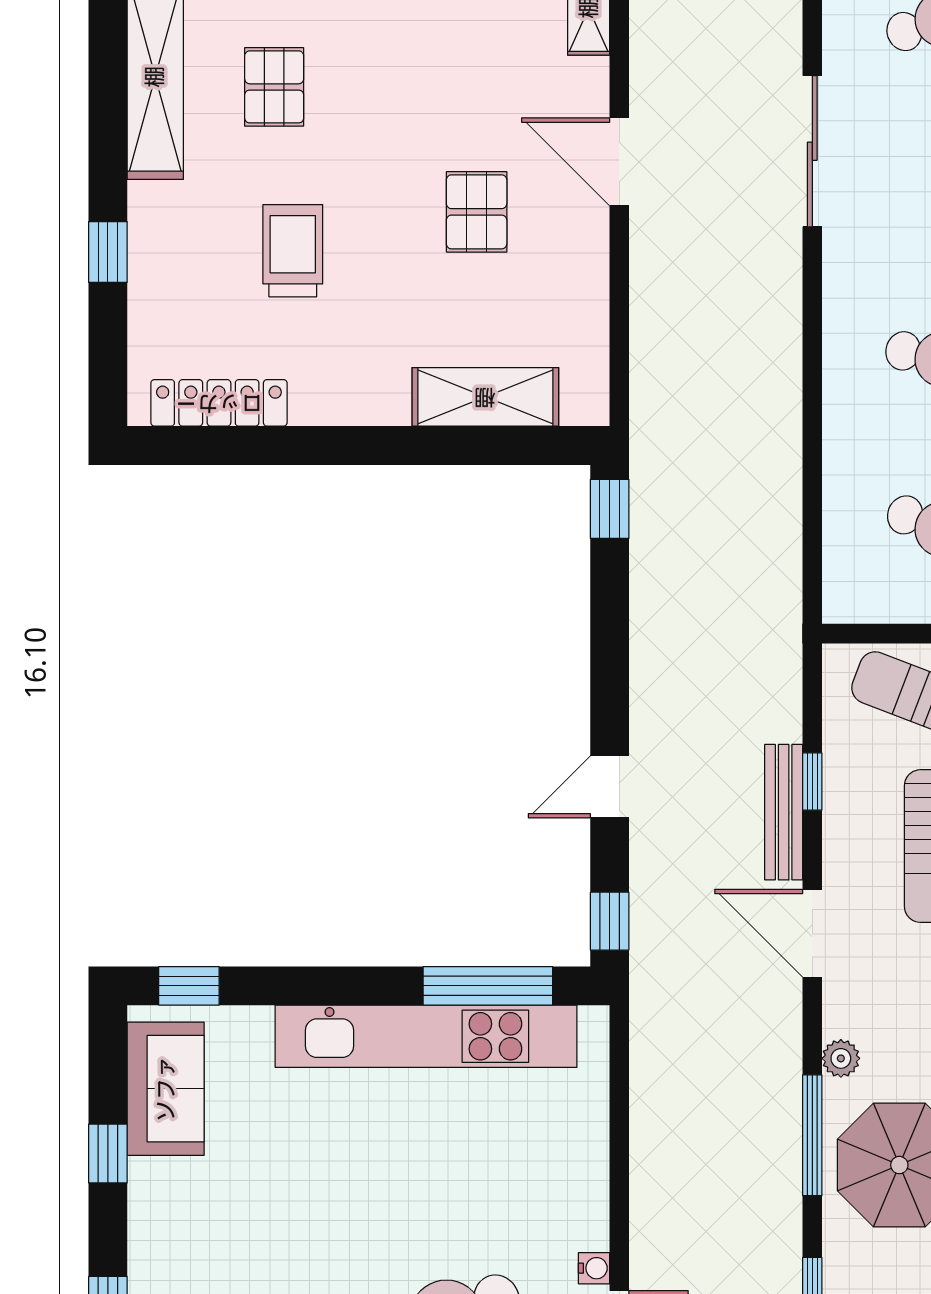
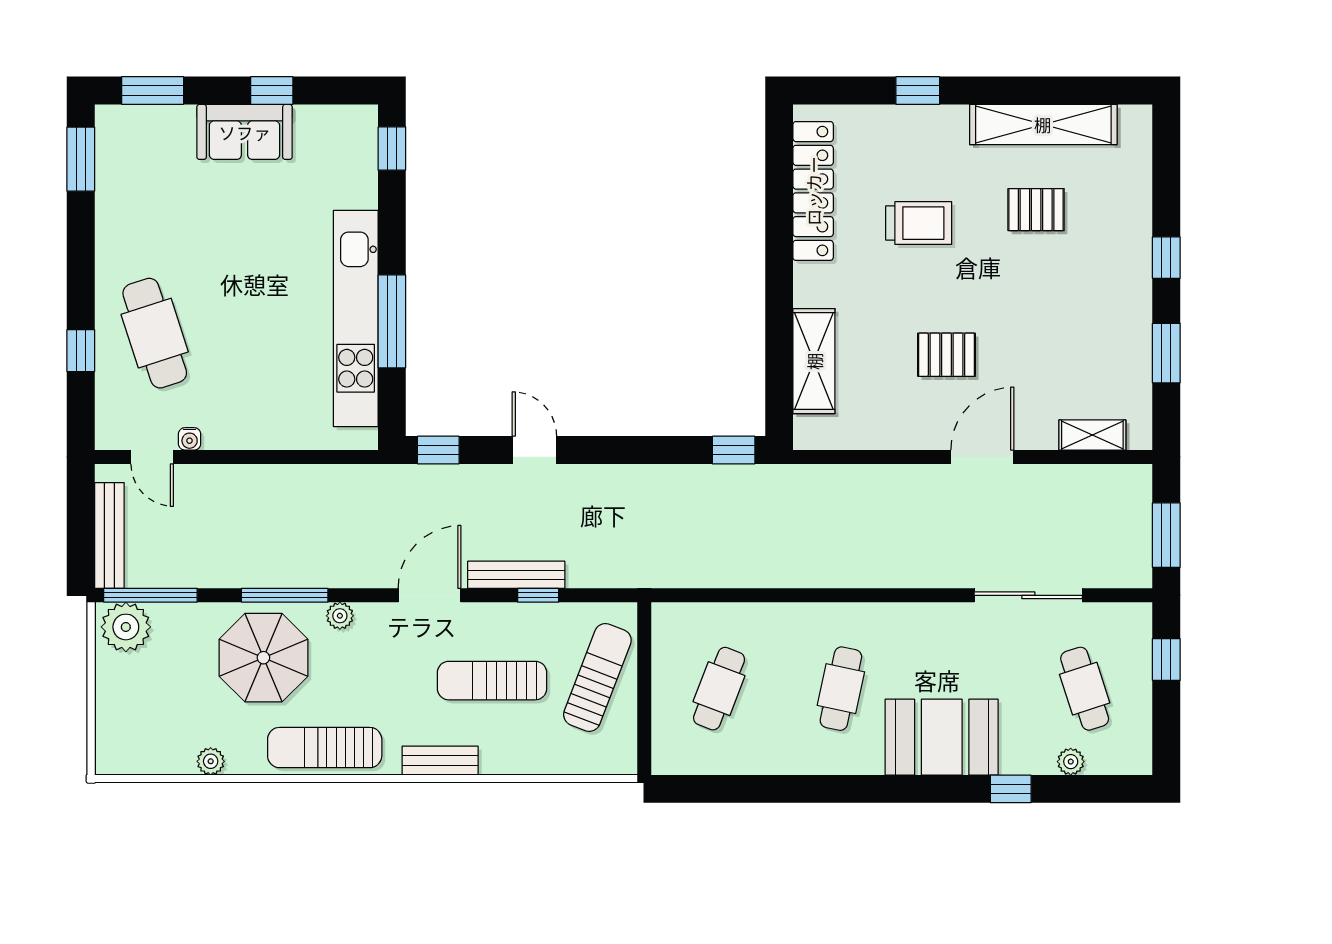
sliding door: (812, 151) -> (1028, 595), moved
locker: (219, 403) -> (813, 191), width x1.41, depth x1.21
window: (488, 986) -> (392, 321), moved
sofa: (166, 1089) -> (245, 132), moved

